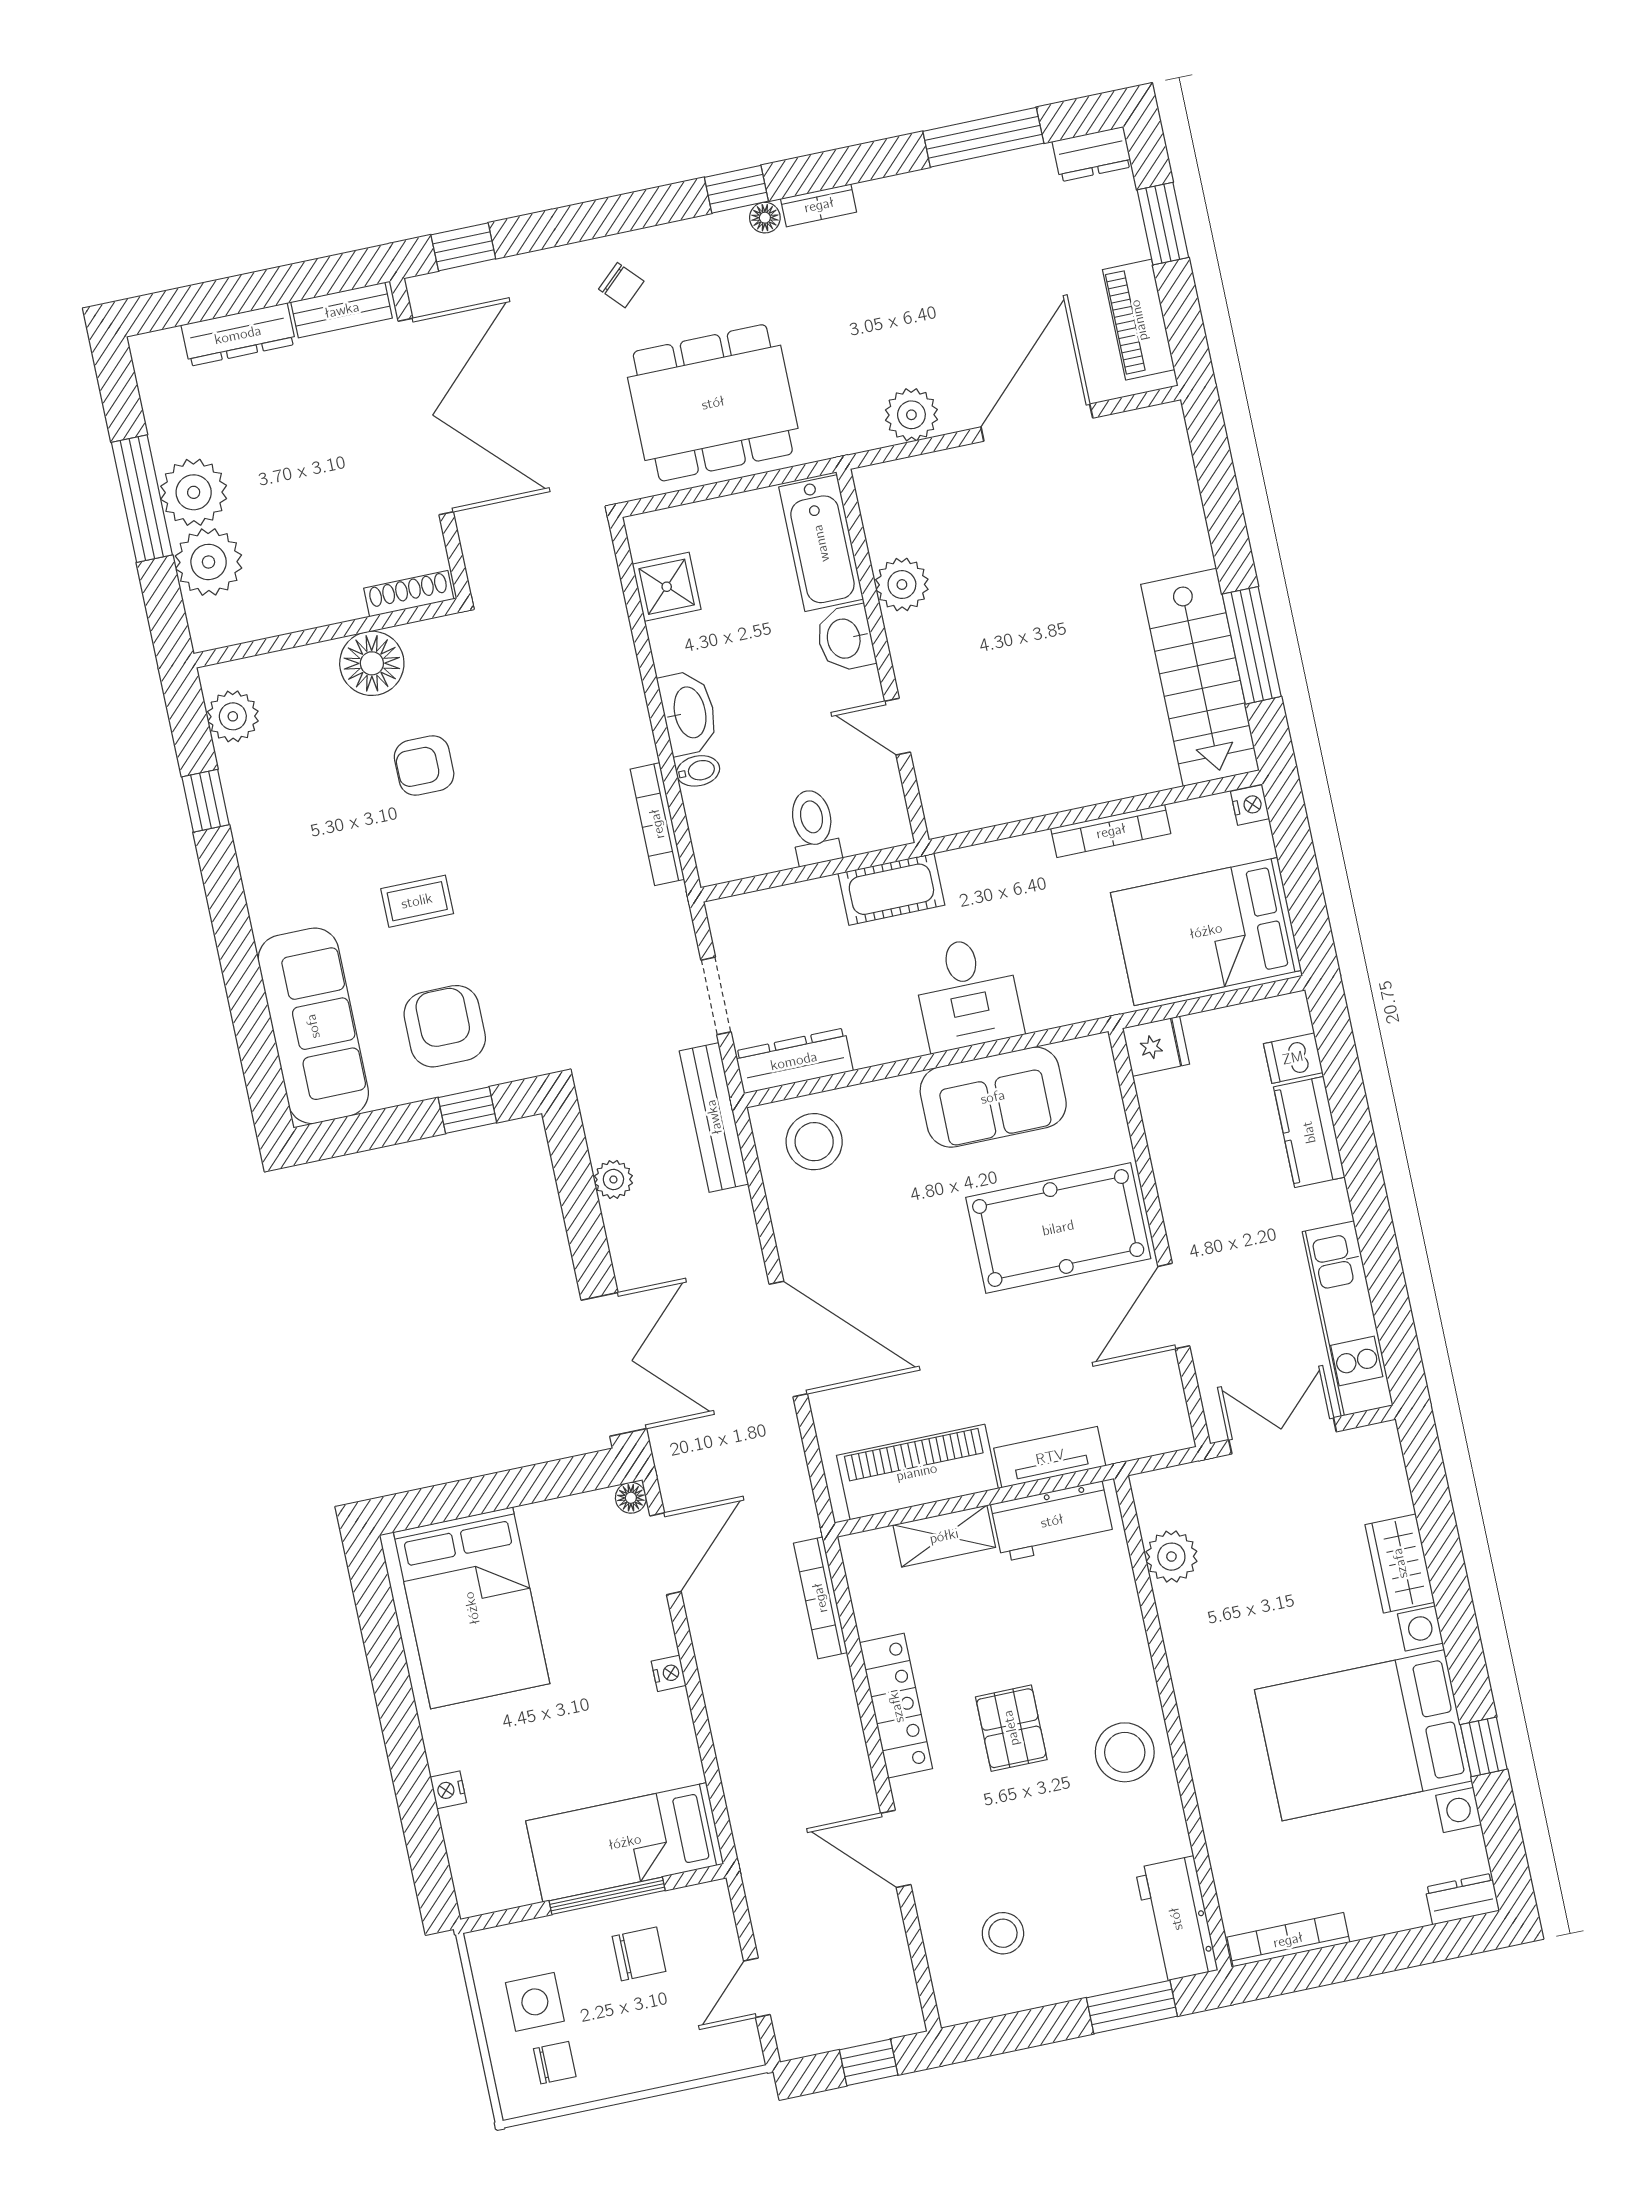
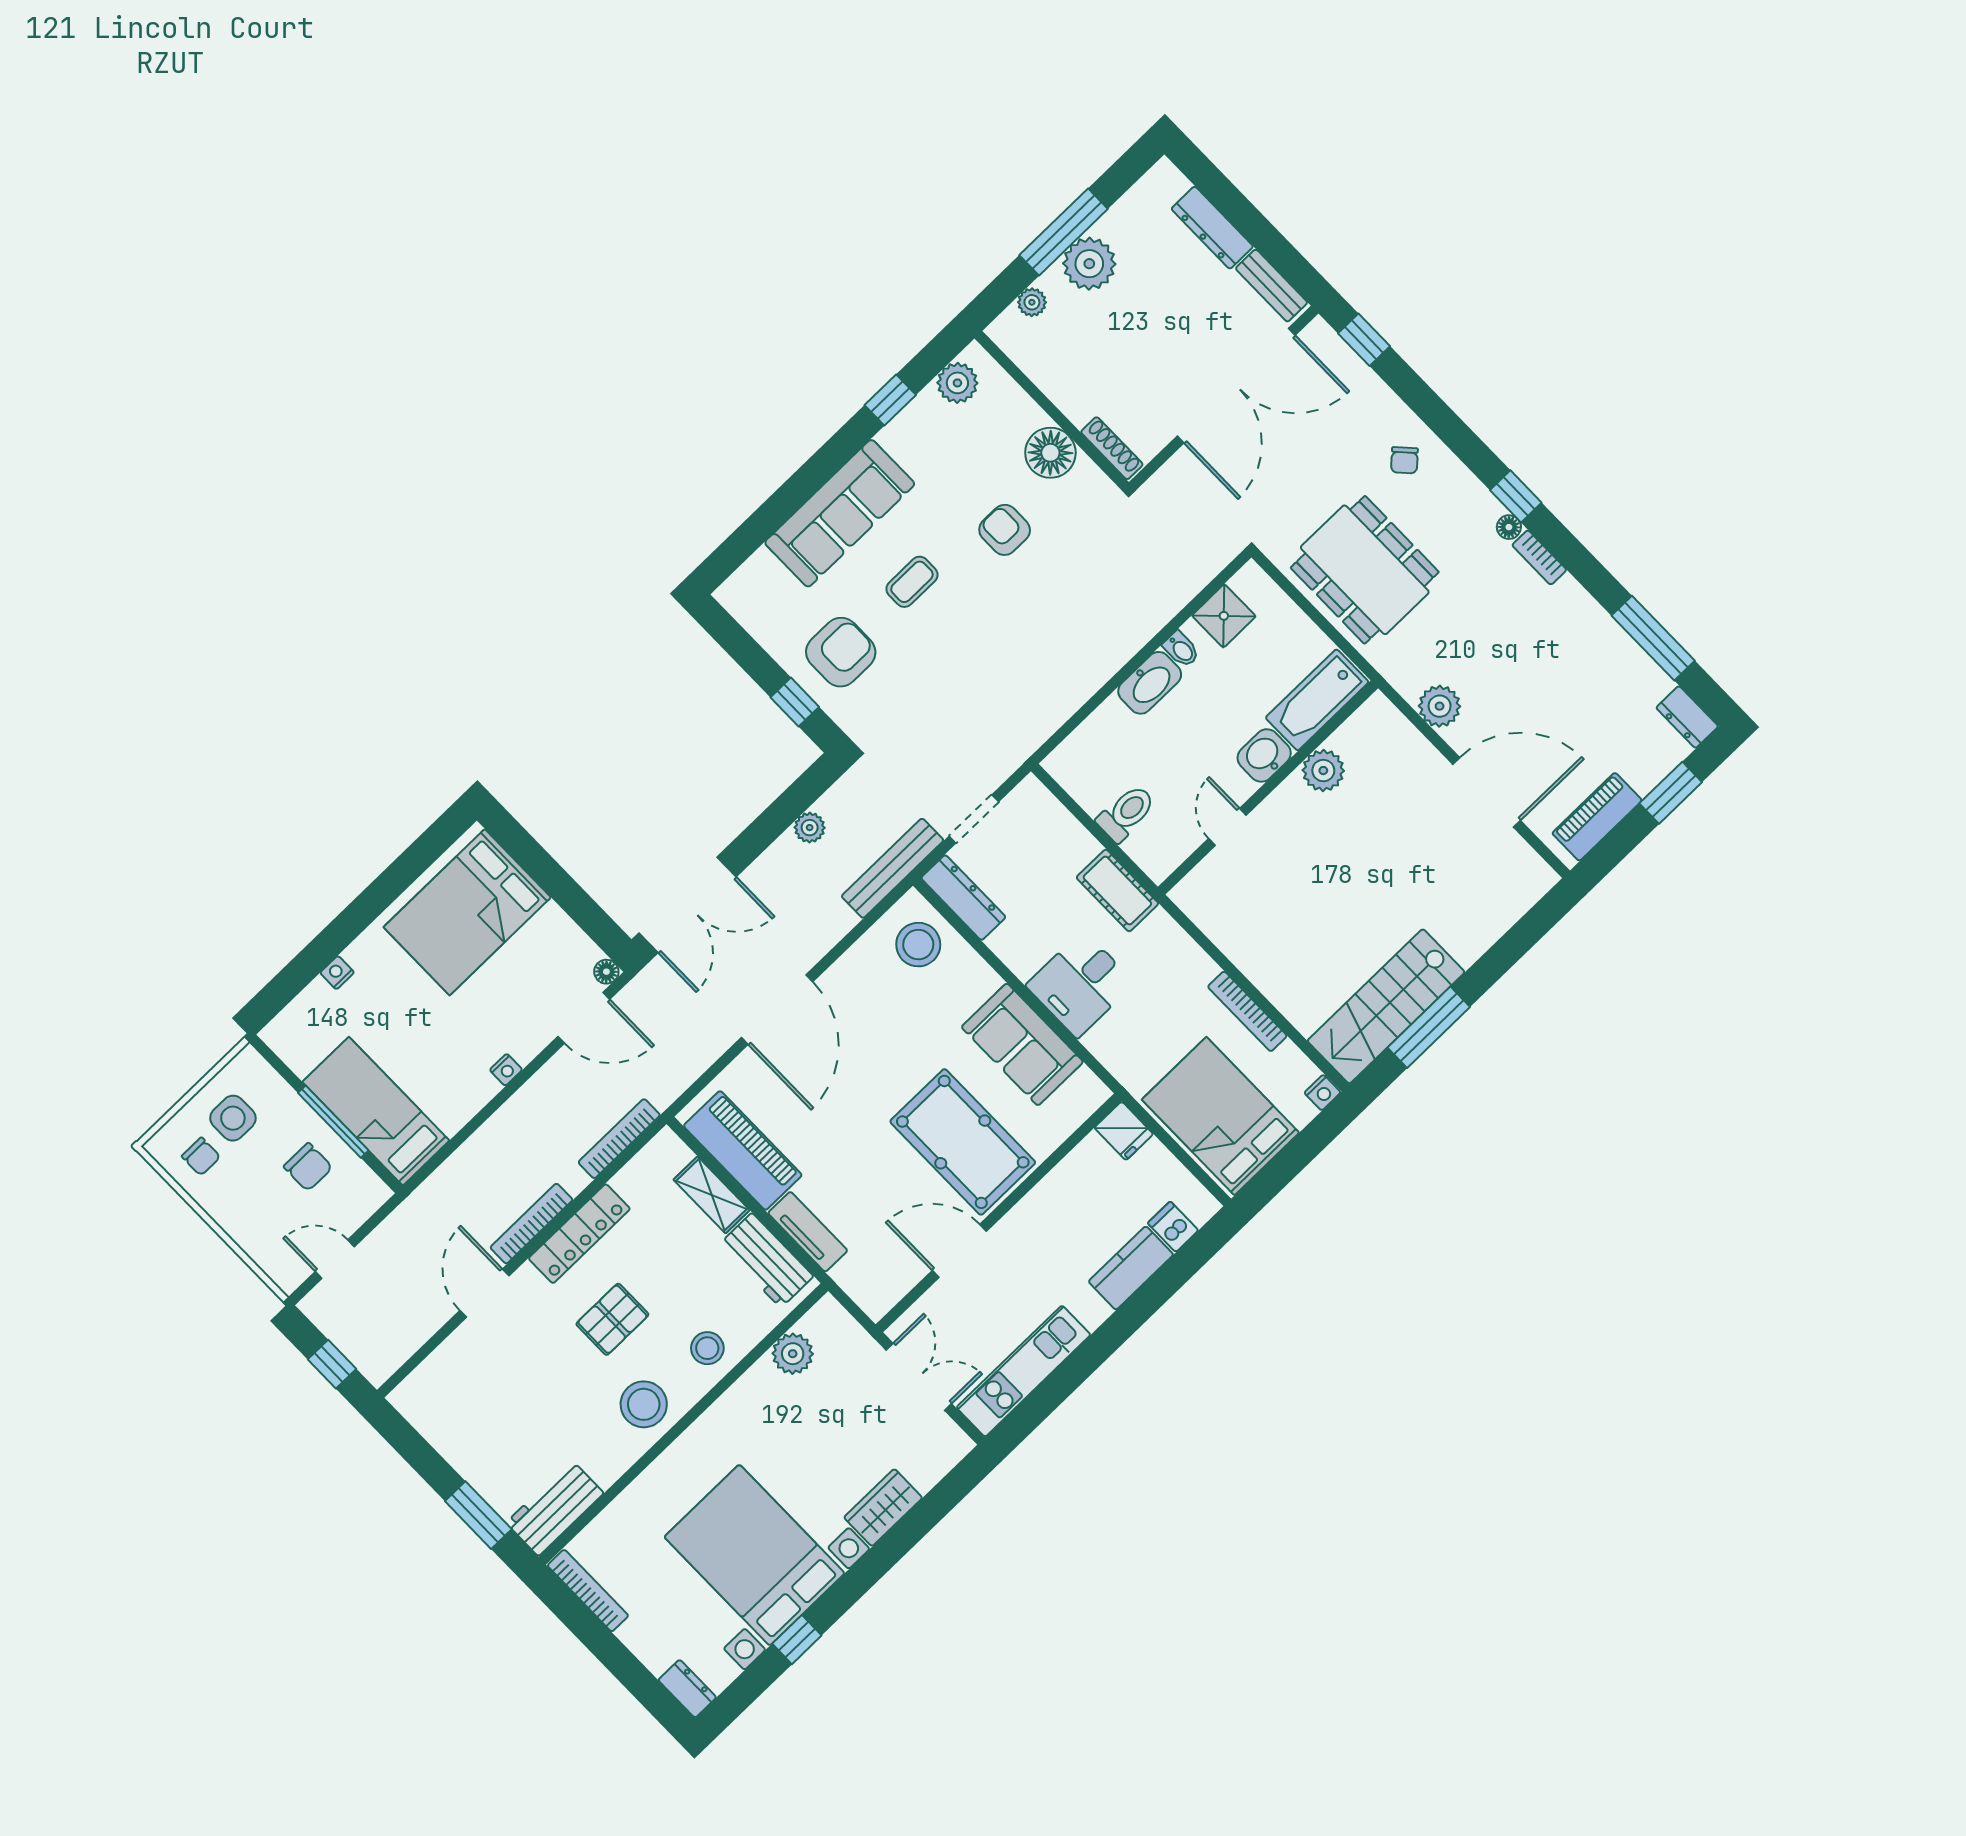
plant: (209, 562) -> (1032, 302), width x0.53, depth x0.53
bidet: (698, 771) -> (1181, 649), moved
bookcase: (657, 824) -> (531, 1224), moved
coffee table: (417, 901) -> (912, 582), turned 90
sofa: (313, 1026) -> (840, 513), moved
stool: (1003, 1933) -> (707, 1348), moved

